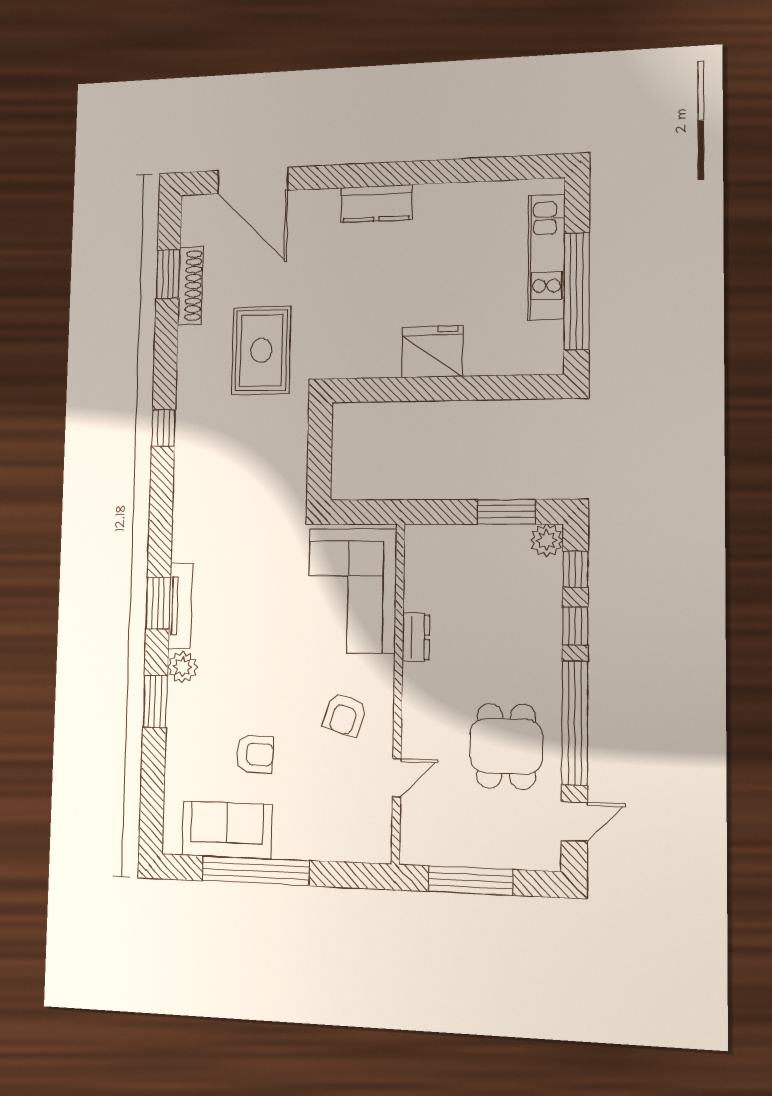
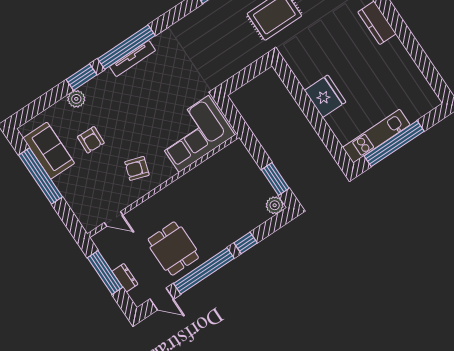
kitchen unit: (547, 257) -> (376, 136), moved
window: (575, 569) -> (270, 226), removed
window: (158, 603) -> (126, 47), width x2.11
dresser: (416, 637) -> (125, 278), moved, turned -90
plant: (183, 667) -> (76, 99), moved
dining table: (506, 746) -> (173, 249), turned 90
door: (397, 778) -> (114, 219), moved

